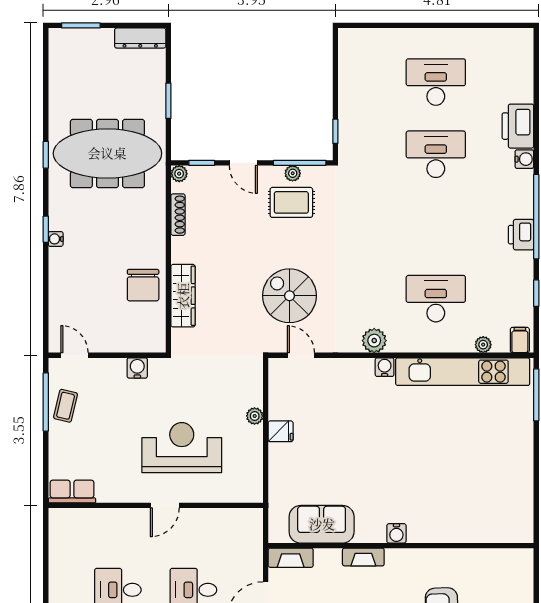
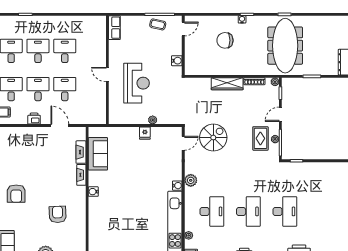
desk: (436, 82) -> (248, 211), moved
chair: (143, 285) -> (225, 40), moved
wardrobe: (183, 296) -> (227, 84), moved
fireplace: (291, 558) -> (81, 152), moved

